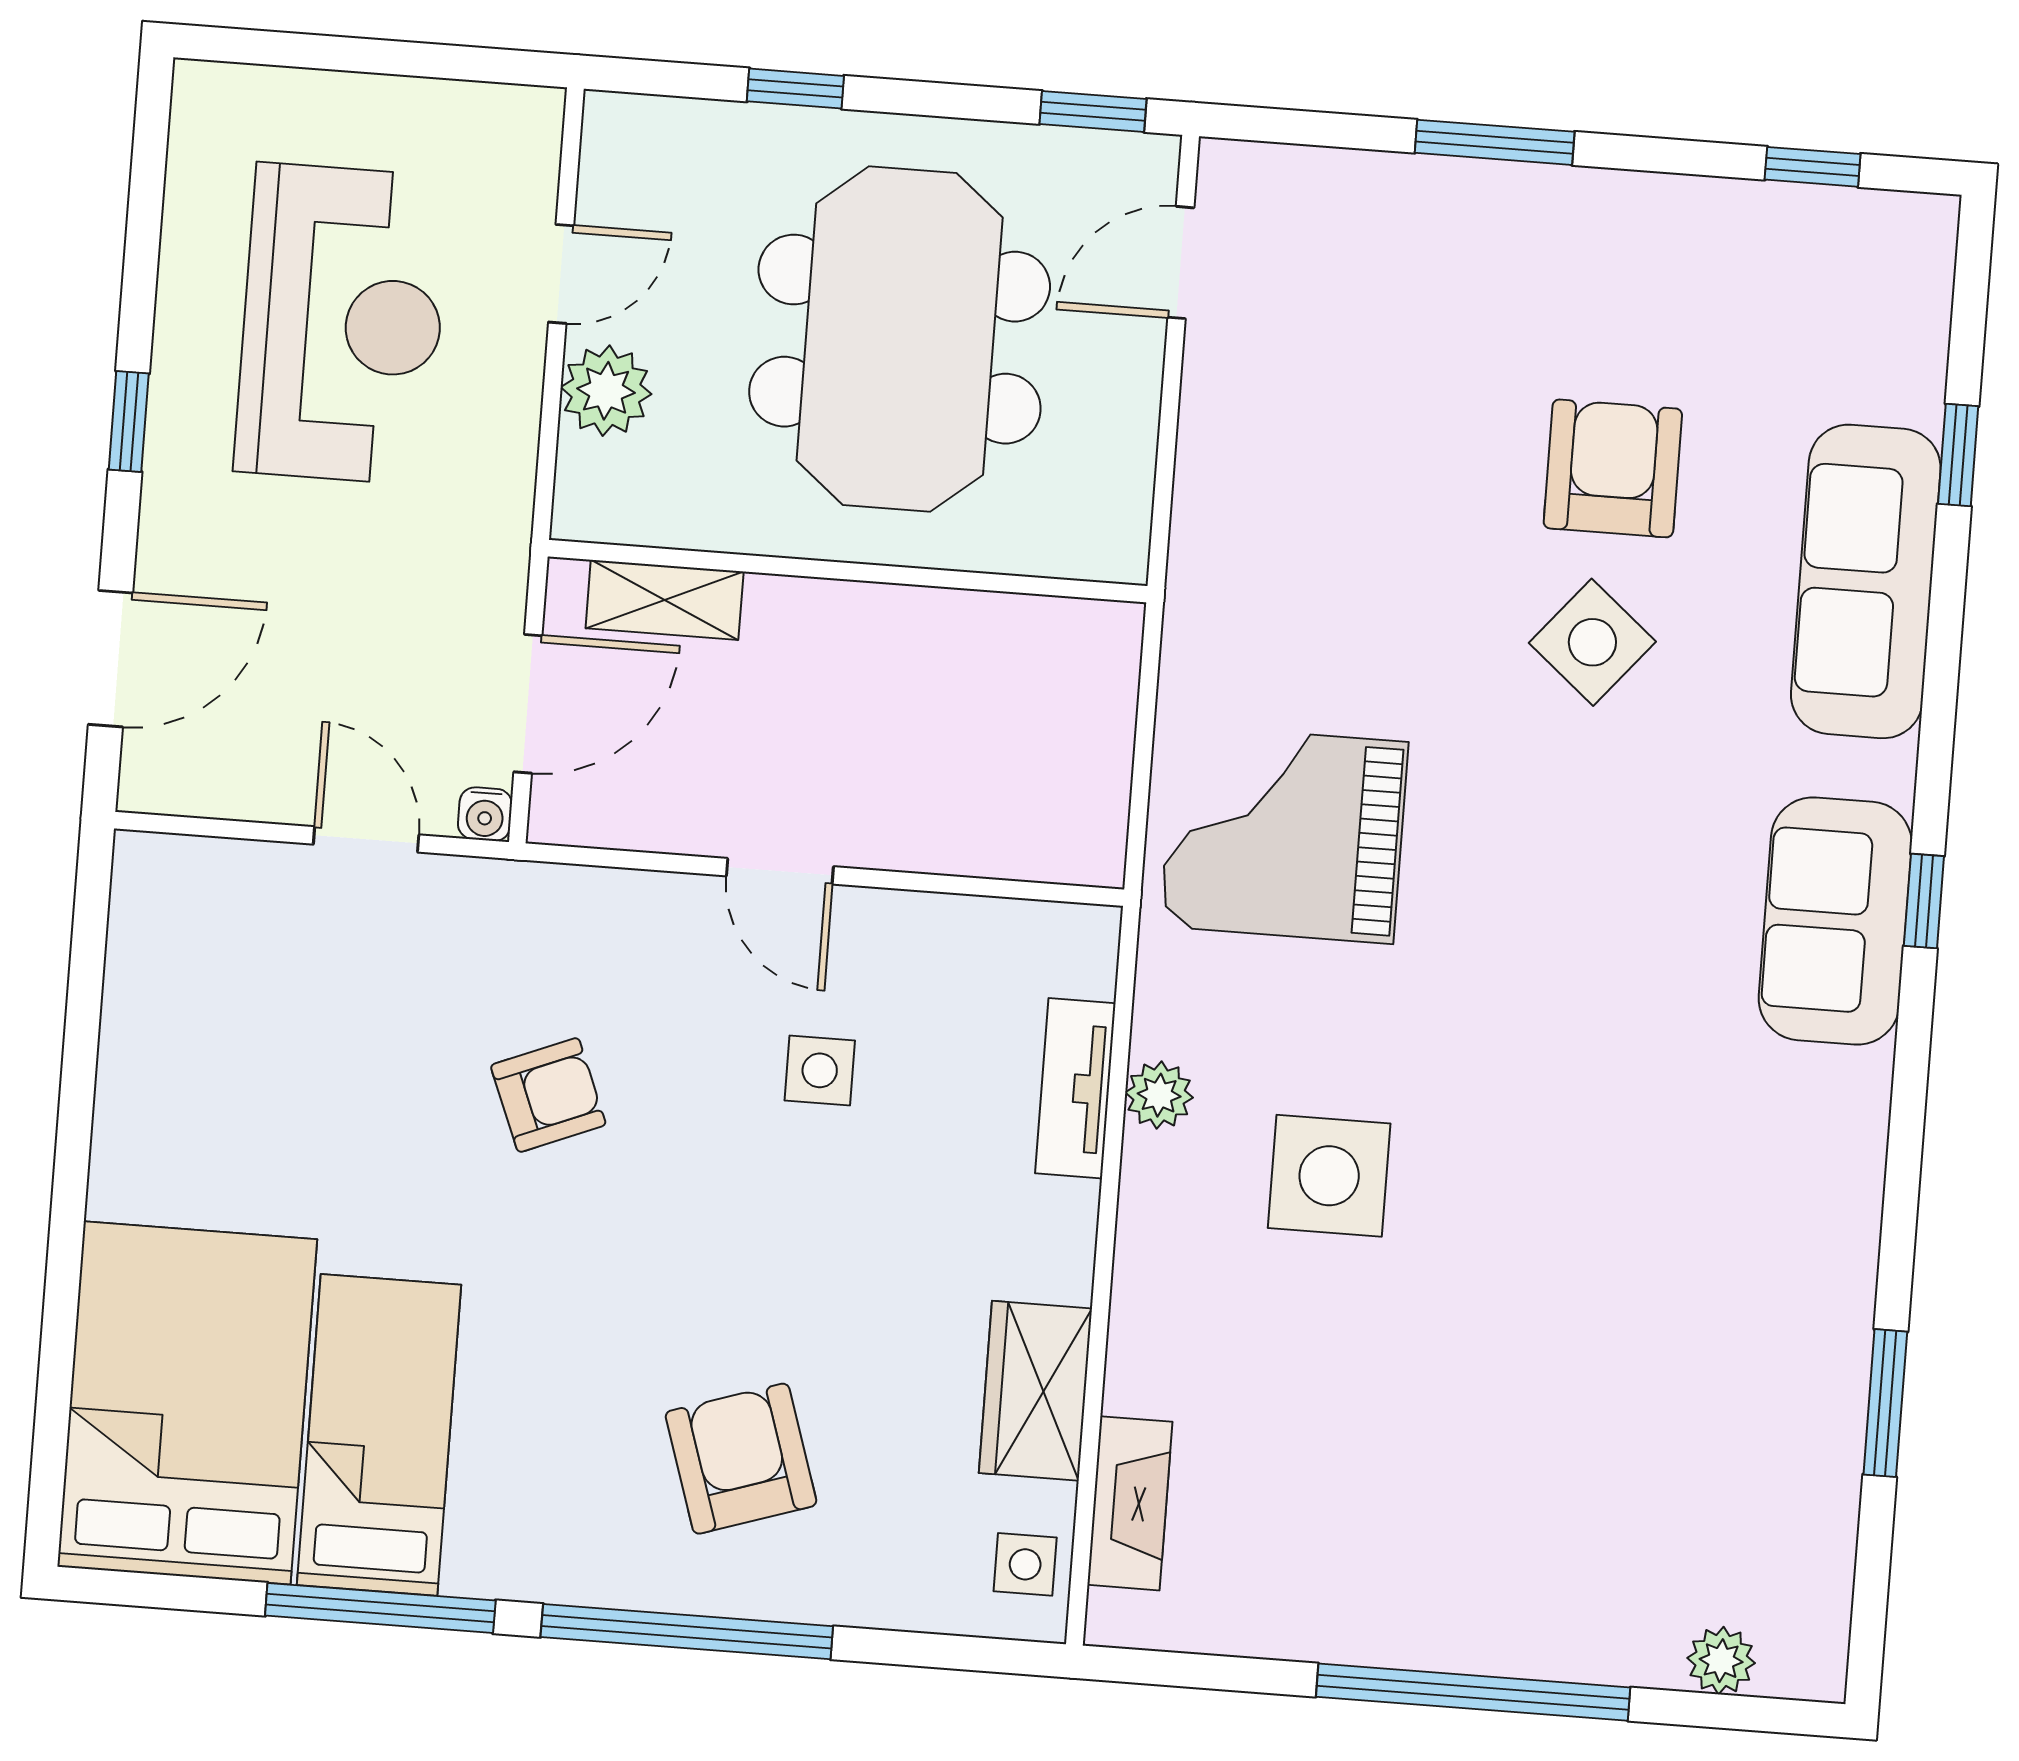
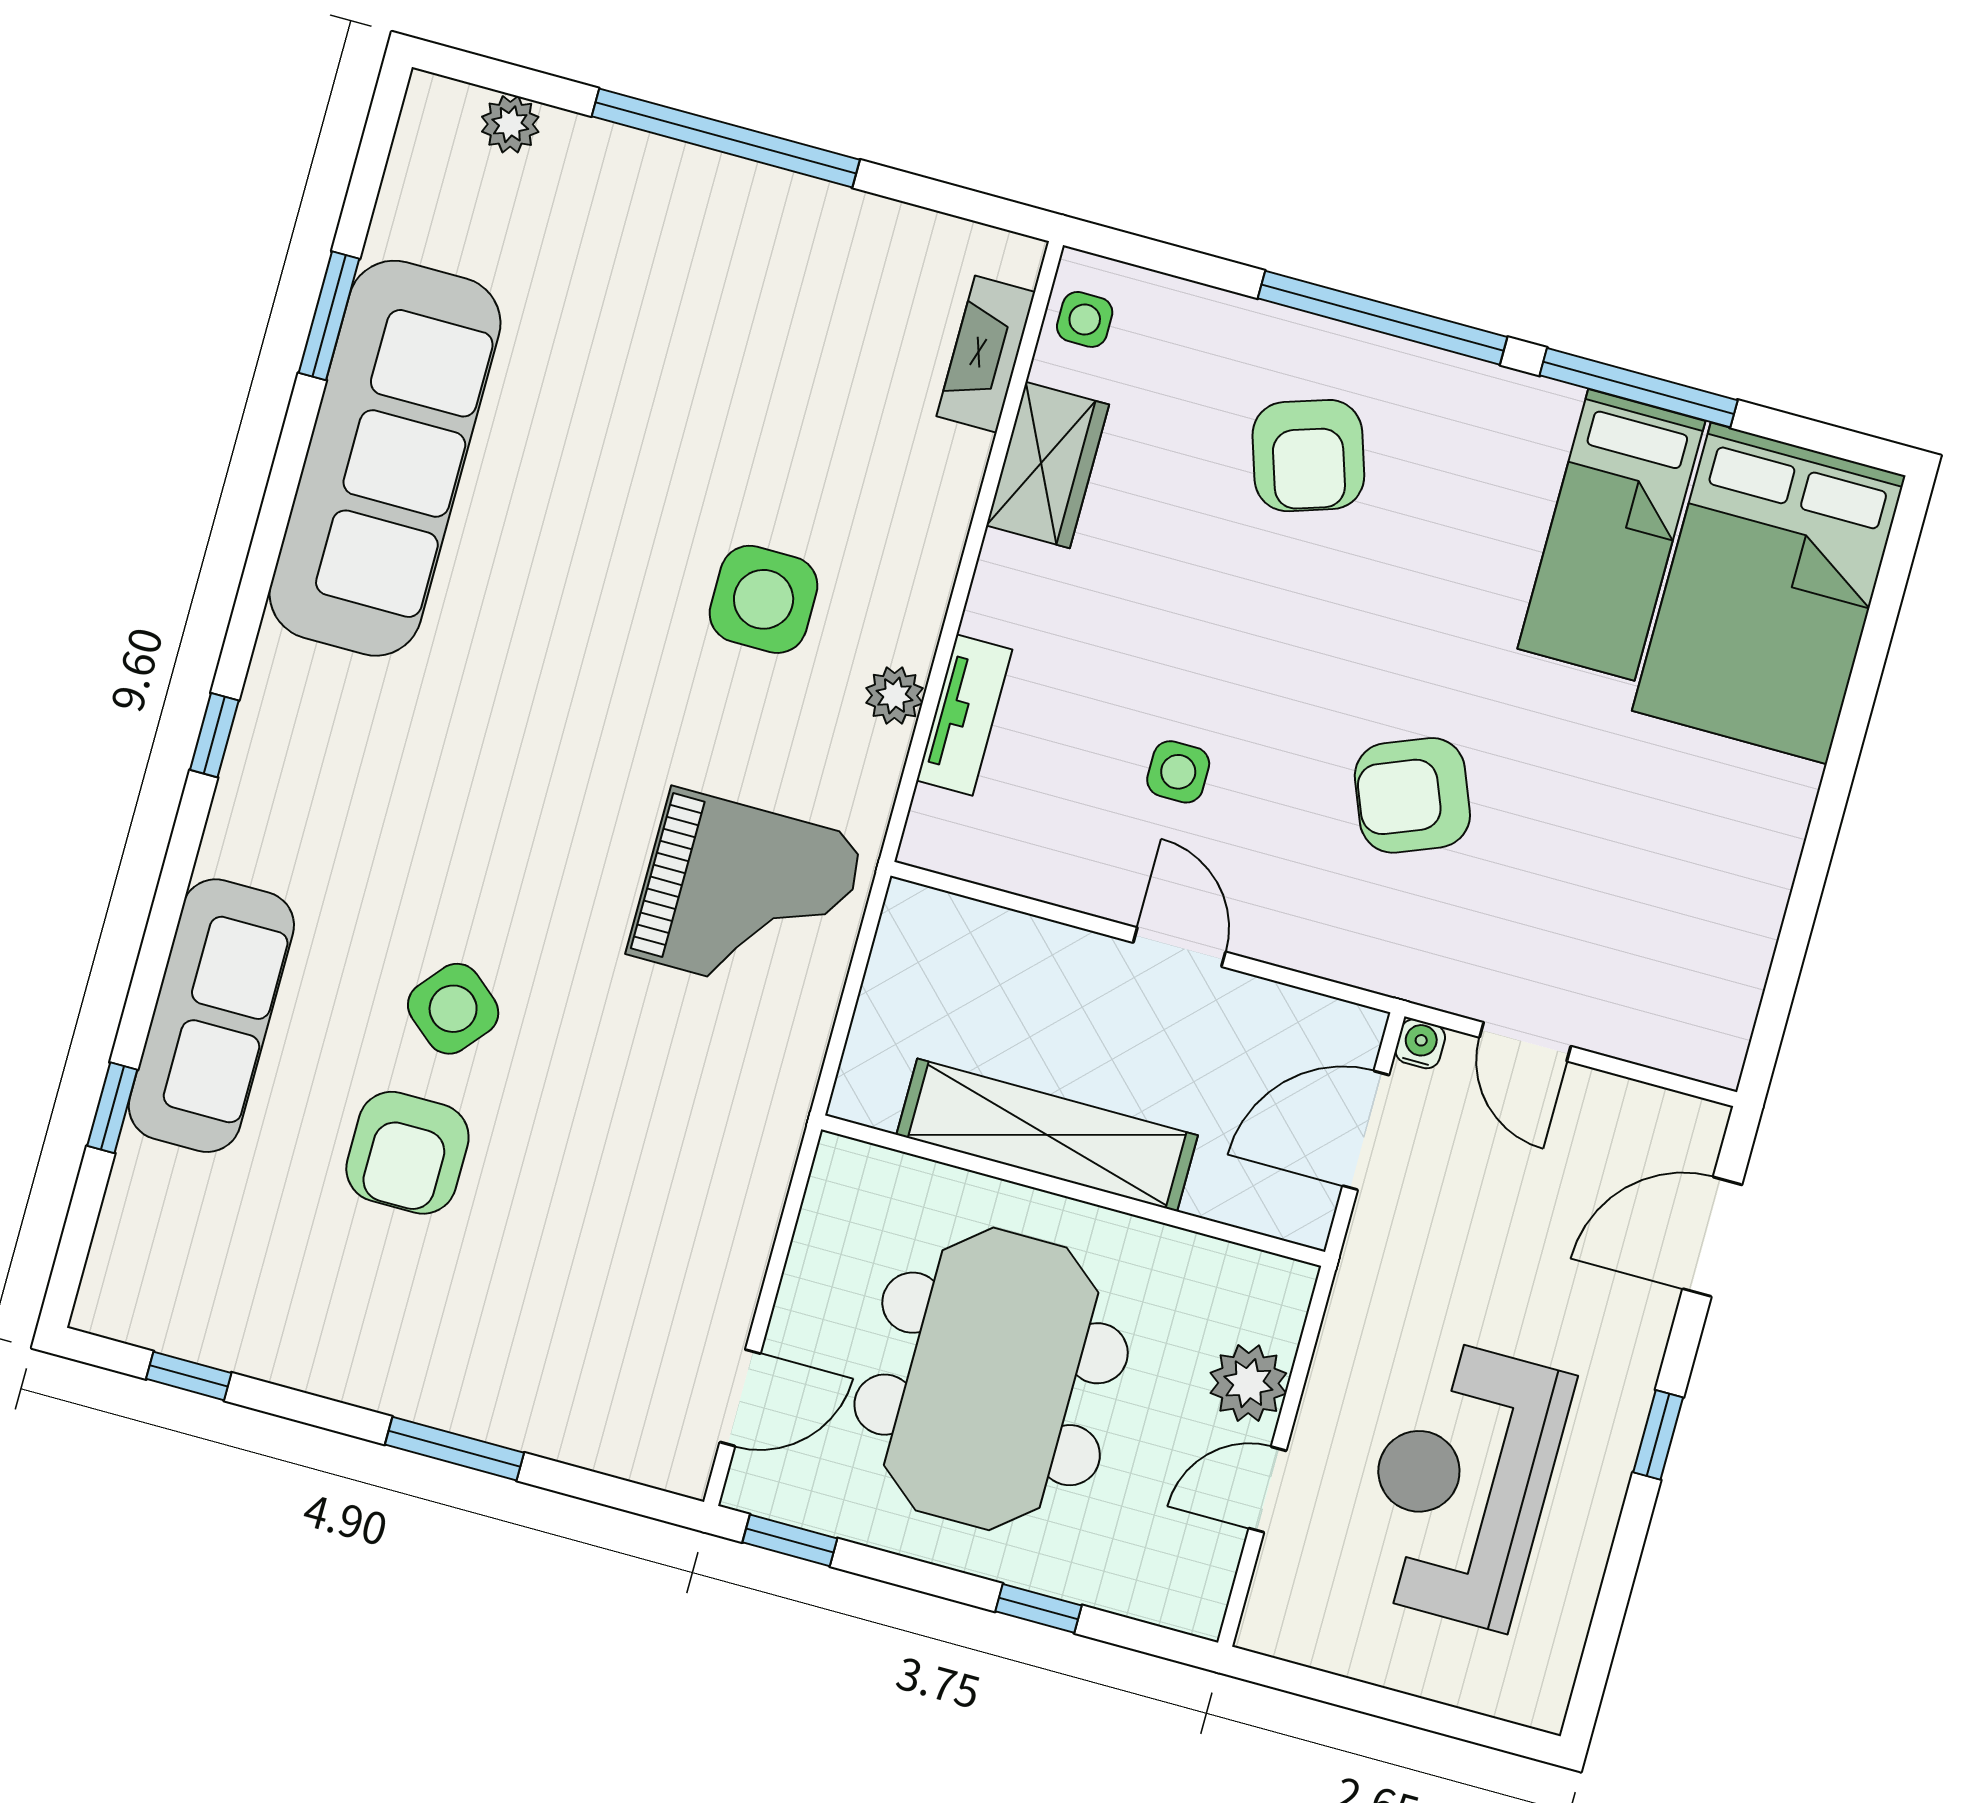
shelving: (665, 600) -> (1047, 1135), moved, width x2.20, depth x1.33
sofa: (1835, 921) -> (385, 458), moved, width x1.85, depth x1.27
armchair: (548, 1095) -> (1412, 795), width x1.38, depth x1.38

